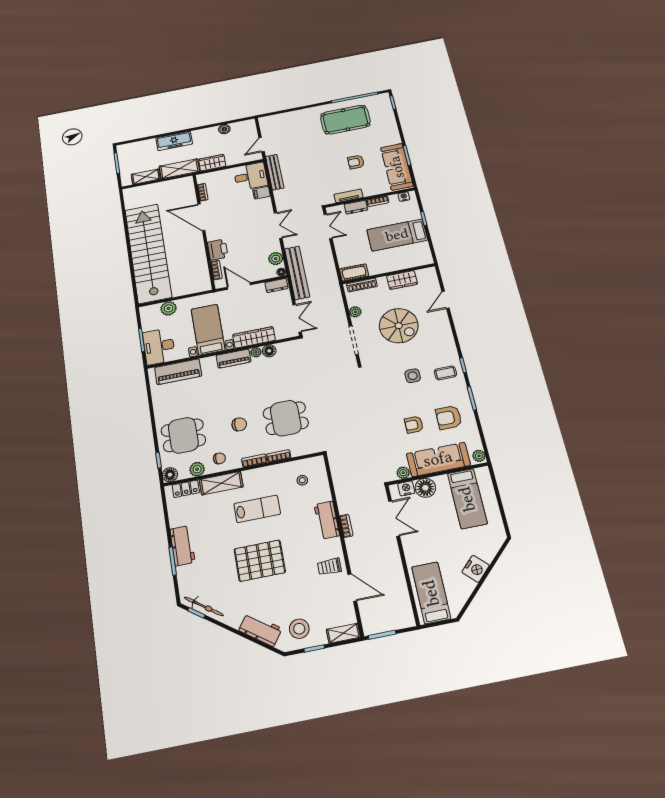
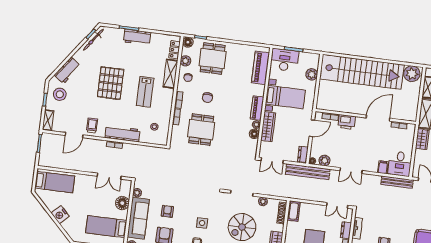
plant: (134, 199) -> (412, 74), added
nightstand: (406, 488) -> (126, 191), removed
workbench: (327, 520) -> (122, 134), width x1.38

